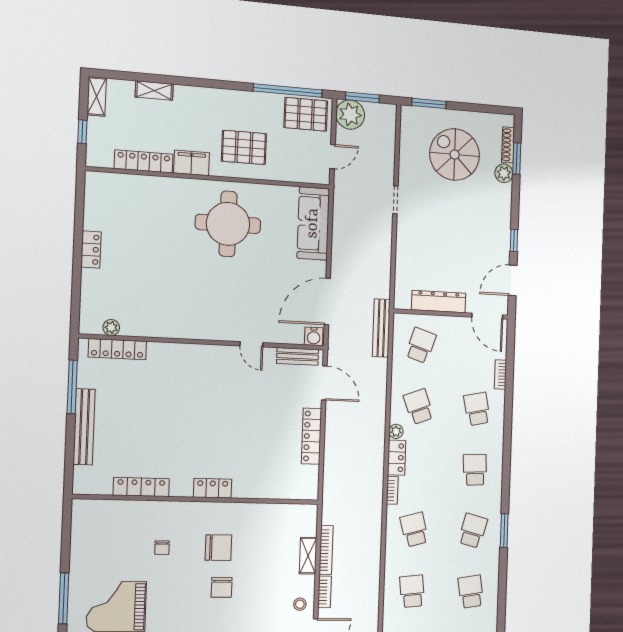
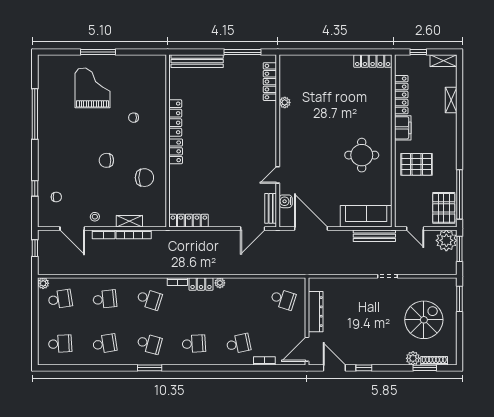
pallet: (244, 147) -> (417, 164), turned 90
round table: (228, 224) -> (362, 155), width x0.73, depth x0.73
locker: (91, 249) -> (373, 61), moved, width x1.53
plant: (111, 327) -> (285, 102), moved
bench: (381, 328) -> (374, 236), moved
water cooler: (314, 336) -> (286, 201), moved
school desk: (419, 407) -> (238, 299), removed
bench: (84, 427) -> (197, 61), moved
locker: (311, 436) -> (189, 221), moved
locker: (141, 487) -> (175, 118), moved
school desk: (414, 530) -> (149, 299), turned 33
chair: (219, 548) -> (144, 178), moved, turned -90

